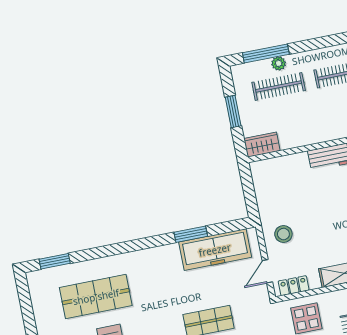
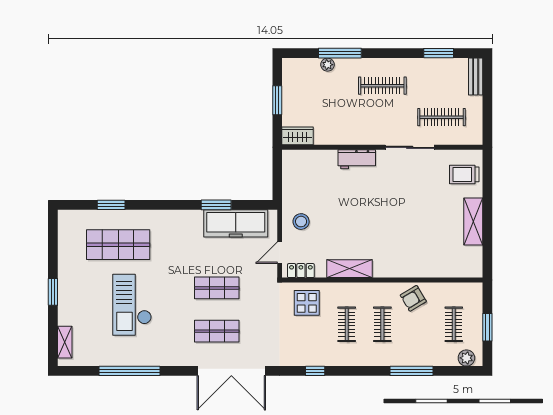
window: (266, 53) -> (340, 53), moved
clothes rail: (279, 86) -> (323, 86), removed
window: (55, 261) -> (111, 205), moved

